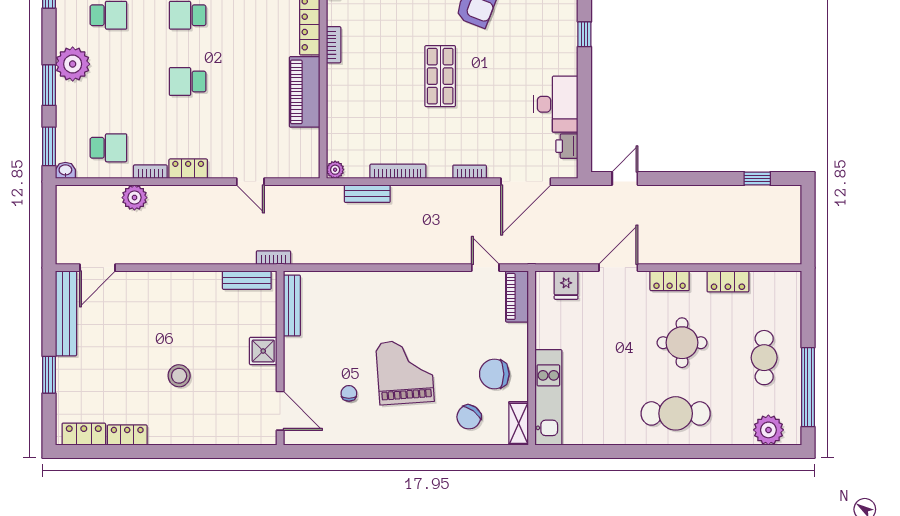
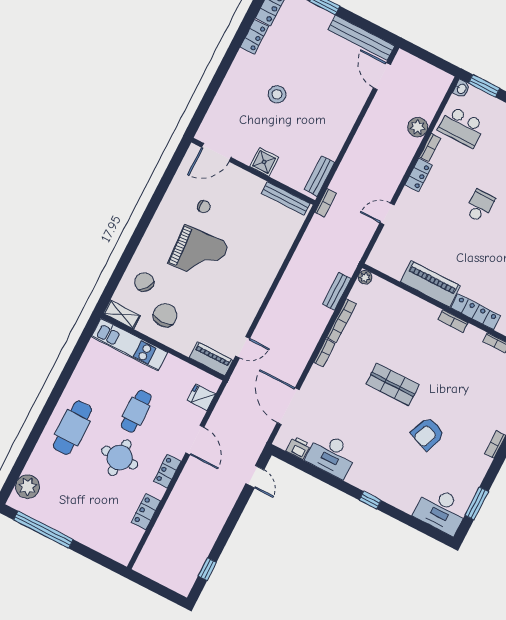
school desk: (108, 148) -> (462, 127), width x1.85
bookcase: (470, 172) -> (324, 353), moved
cafe table: (764, 358) -> (136, 411), moved, turned 90

